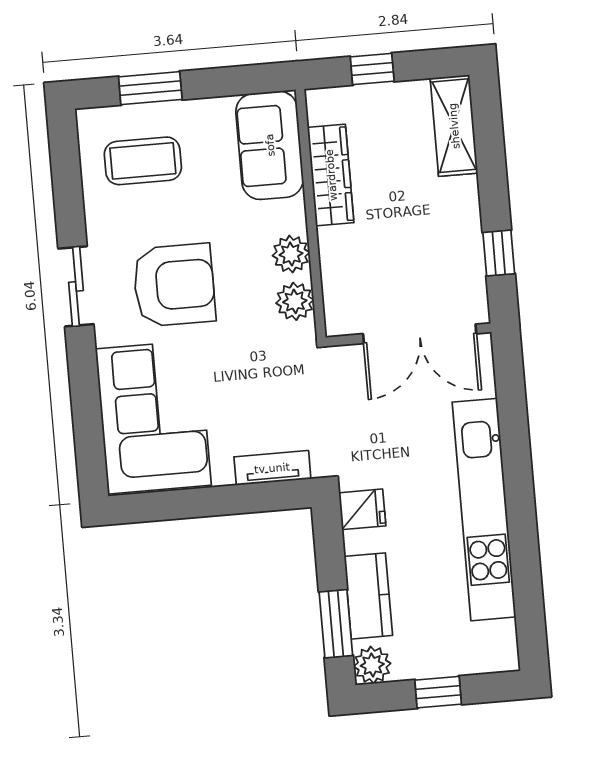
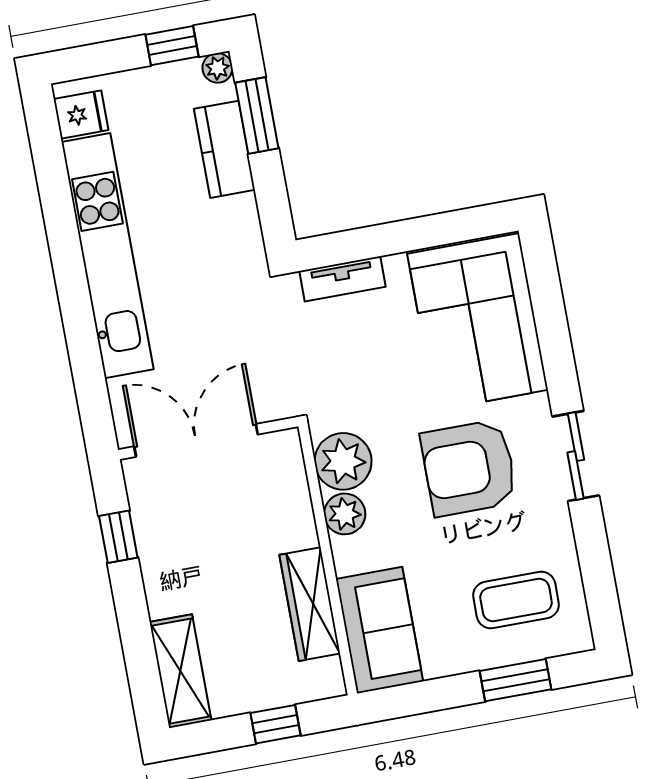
plant: (295, 301) -> (343, 461), width x1.36, depth x1.36
fridge: (362, 509) -> (81, 115), moved, turned 180
plant: (372, 665) -> (217, 68), width x0.73, depth x0.73
window: (438, 692) -> (172, 46), moved

